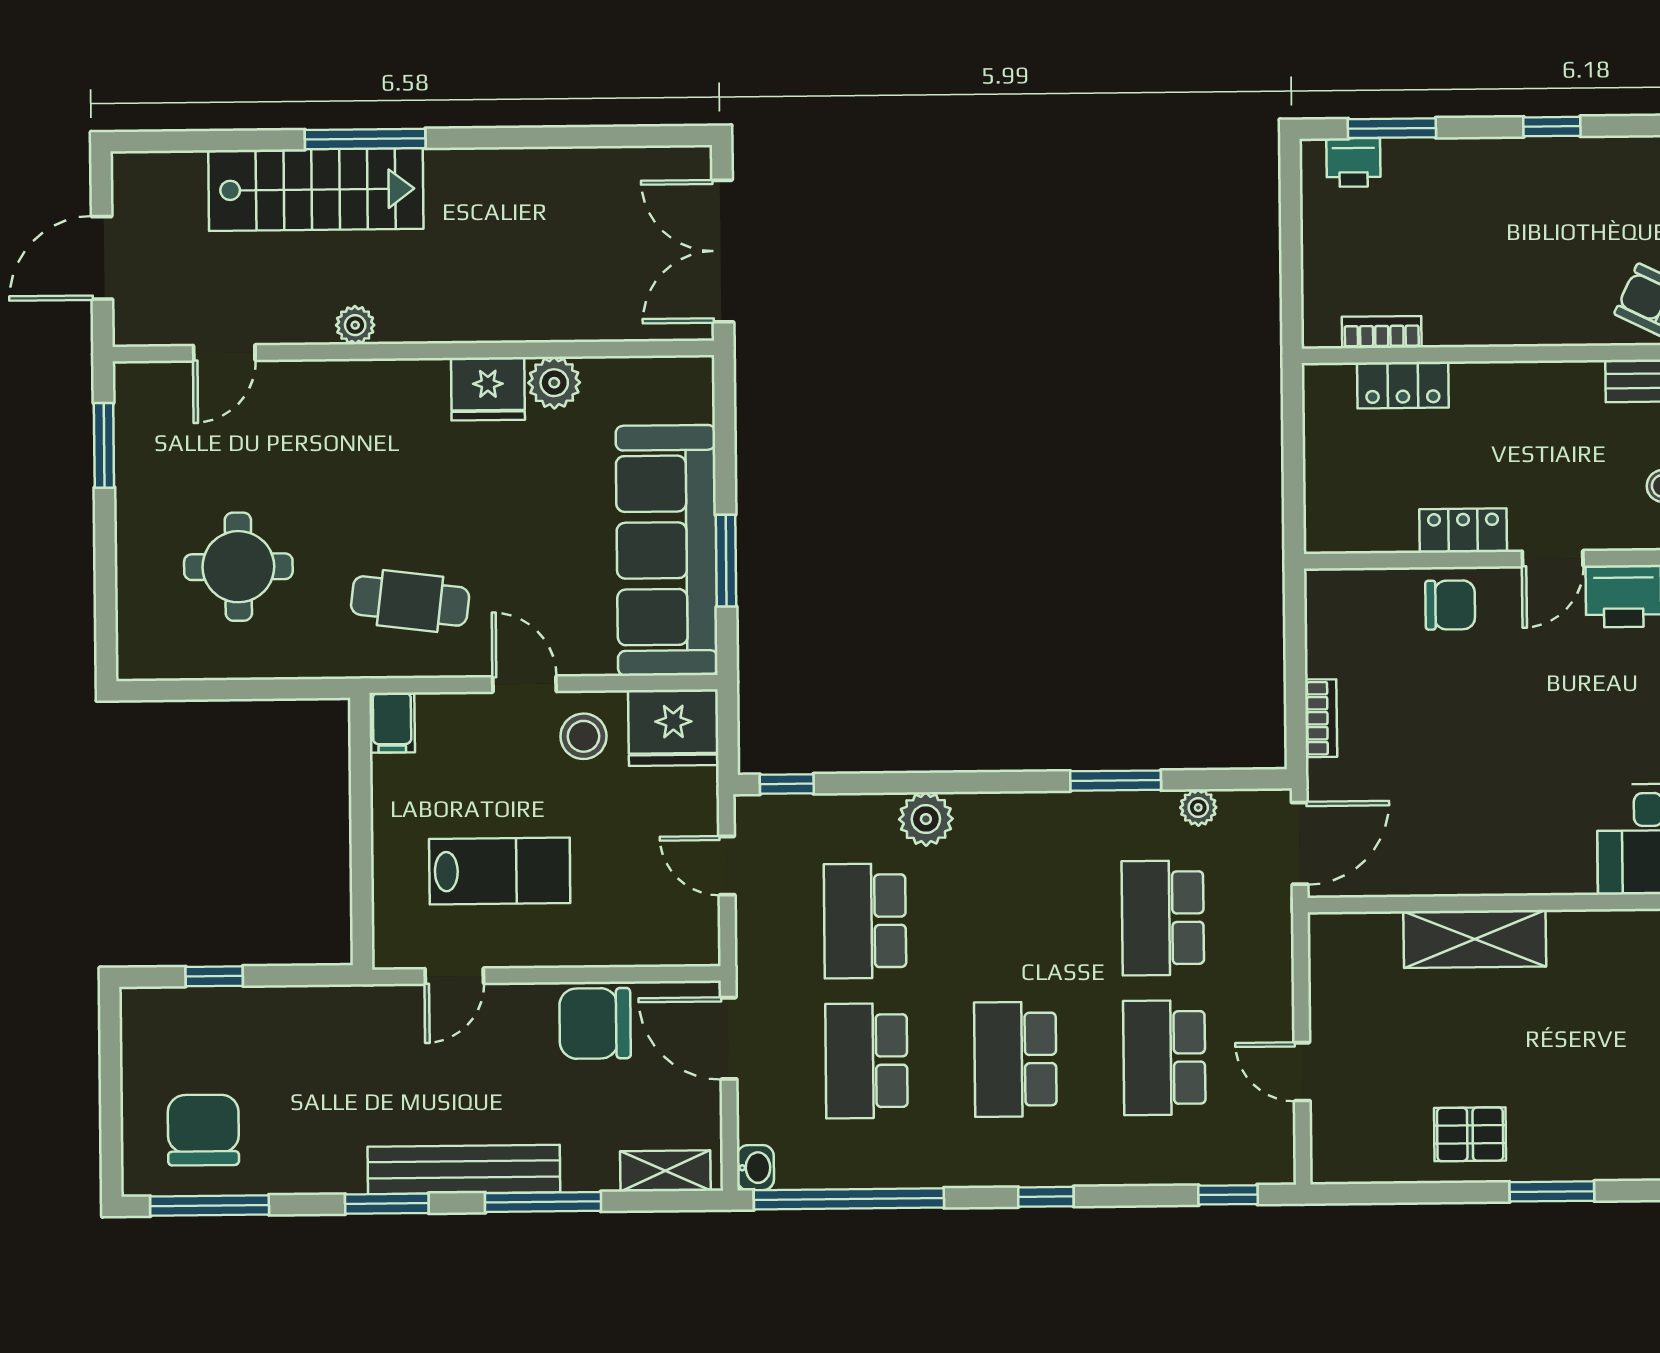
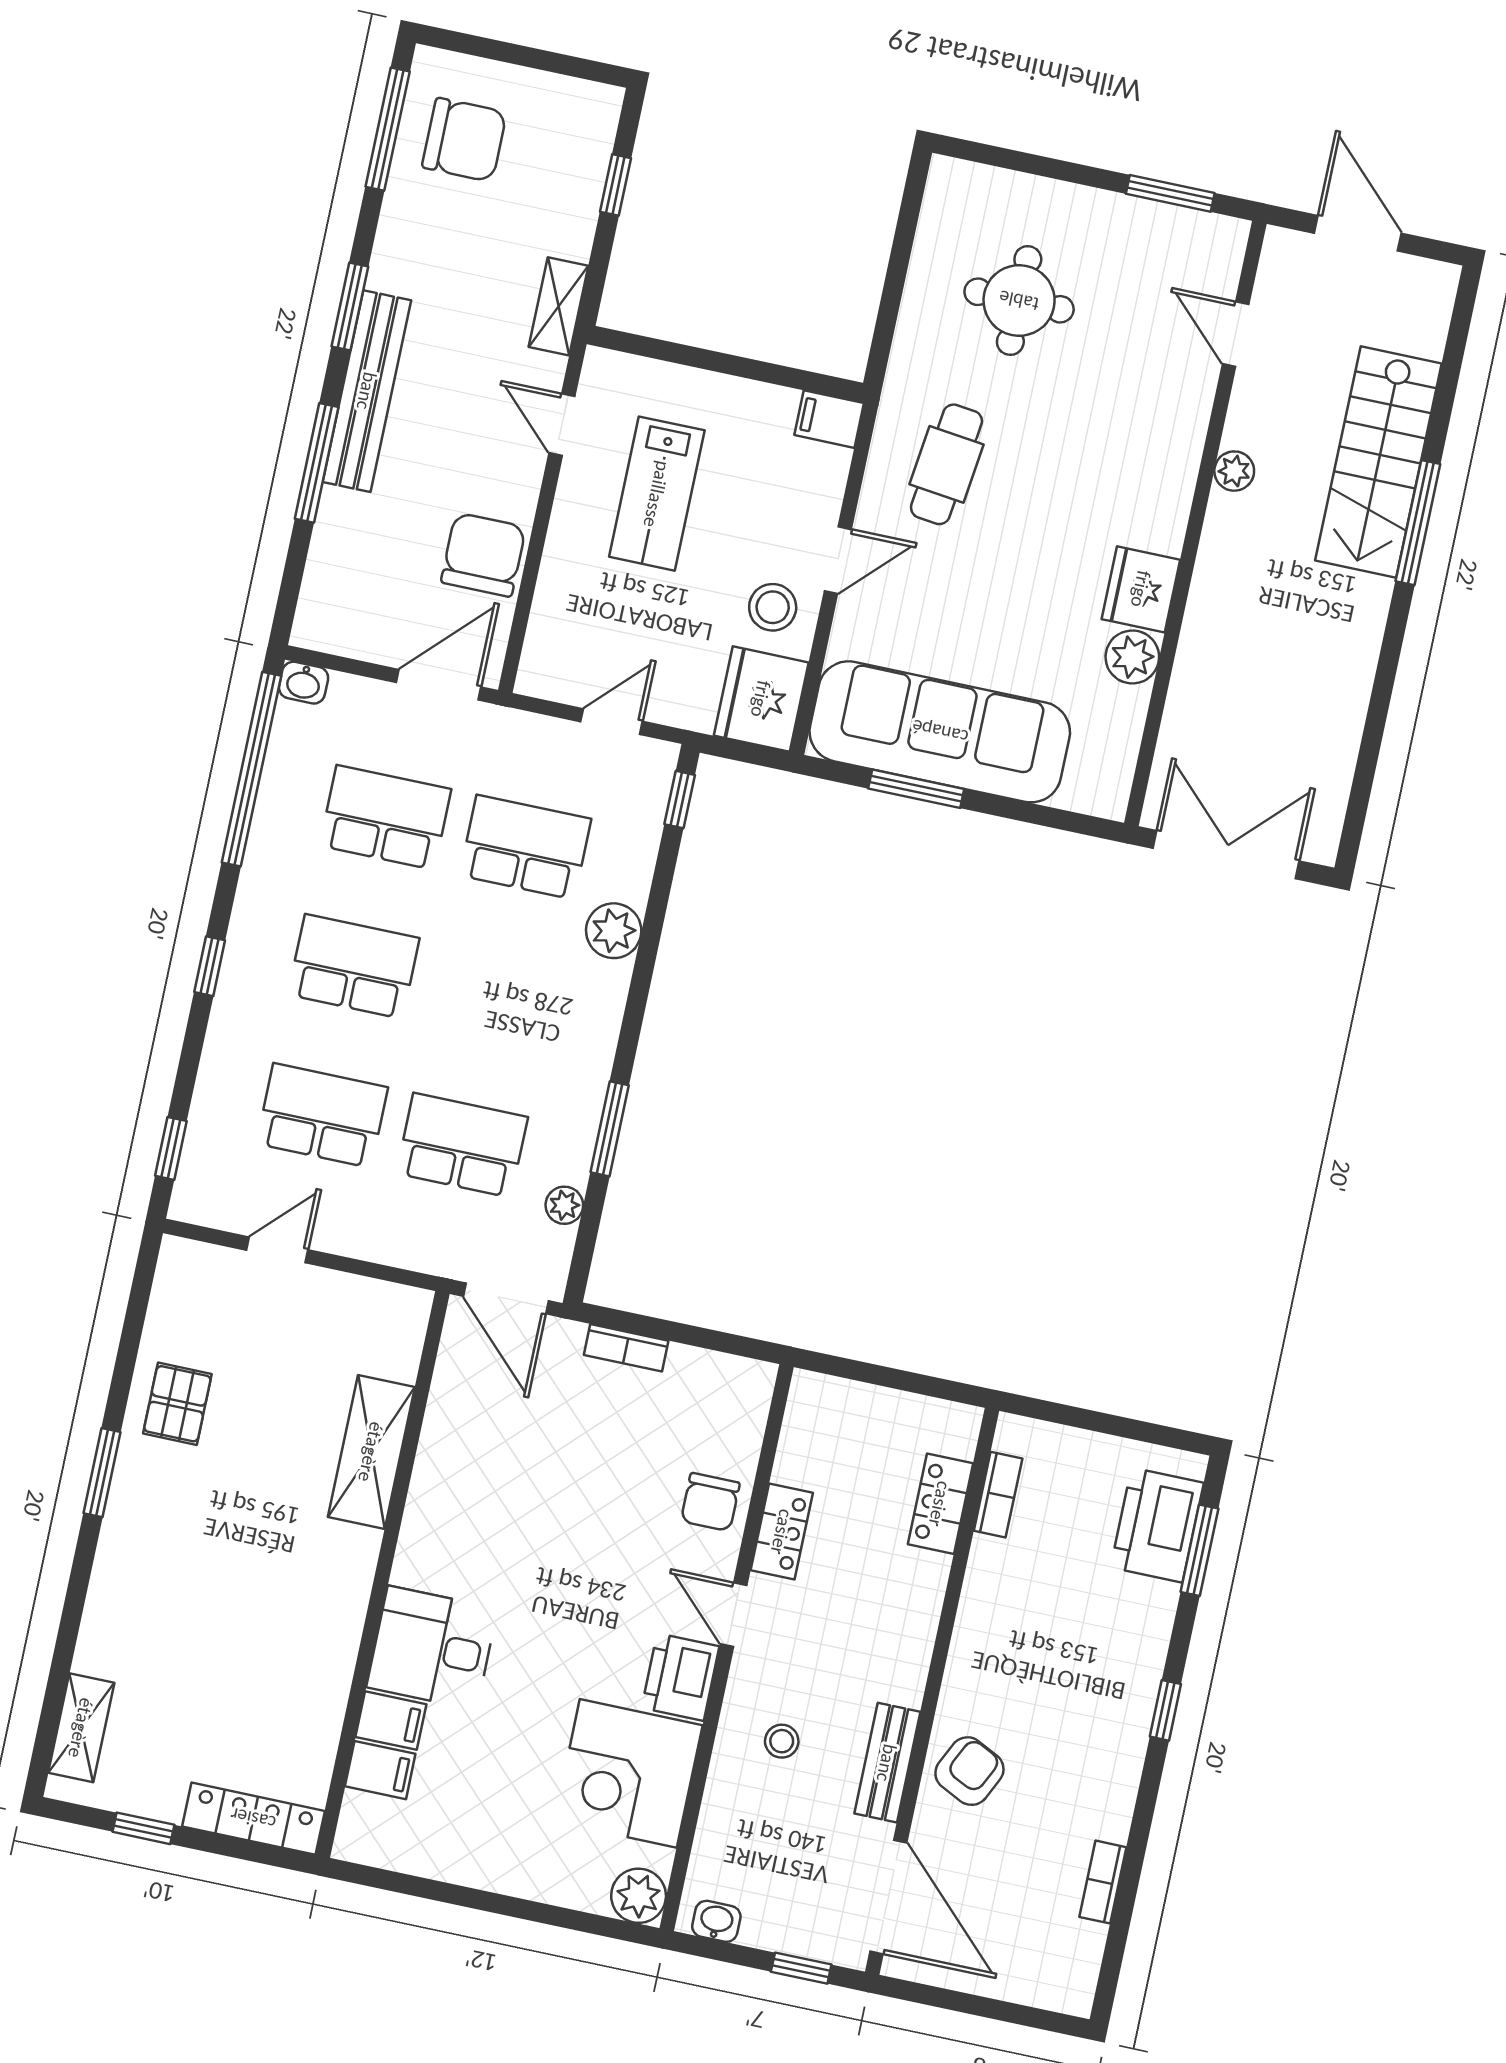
printer: (1353, 162) -> (1157, 1525), width x1.87, depth x1.48
shelving: (665, 1171) -> (558, 306), moved

